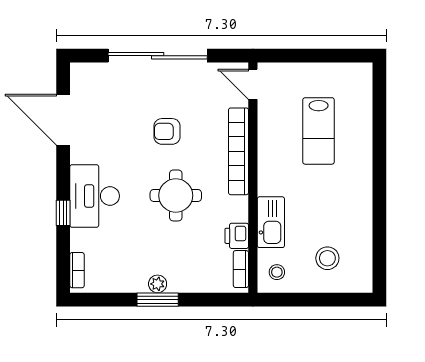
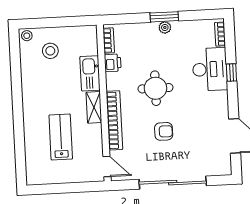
shelving: (268, 172) -> (94, 107), added
desk: (95, 196) -> (210, 69), moved
stool: (277, 272) -> (27, 36), moved

